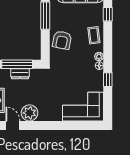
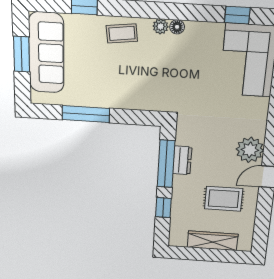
armchair: (62, 40) -> (129, 89), removed
window: (108, 80) -> (237, 15), moved

